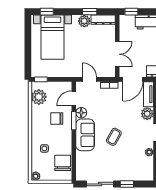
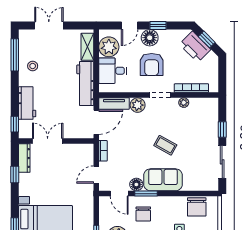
plant: (84, 21) -> (26, 181), removed
double door: (117, 54) -> (48, 141), moved
door: (133, 79) -> (96, 122), hinge flipped
chair: (63, 163) -> (197, 207), turned -90

